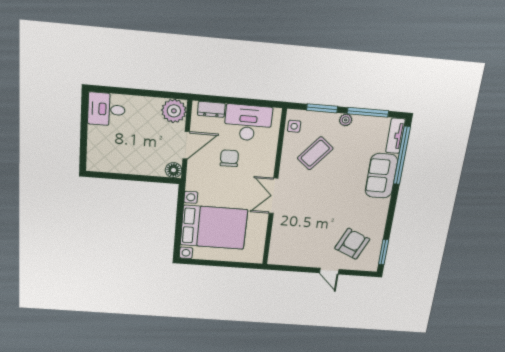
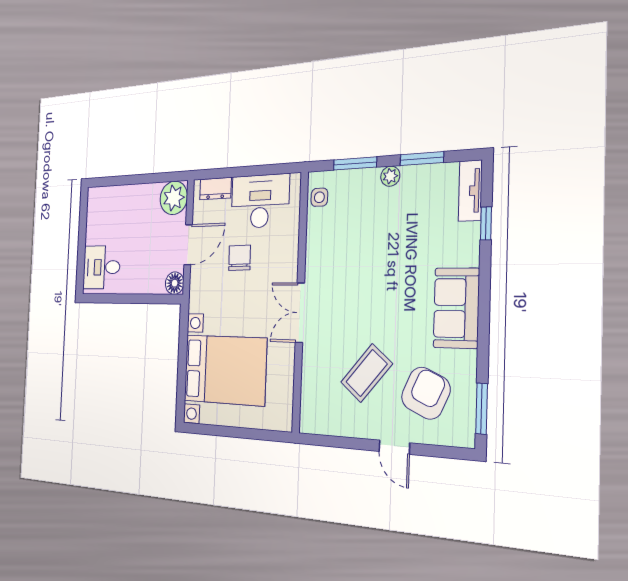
desk: (106, 109) -> (102, 267), moved
window: (368, 112) -> (422, 159), width x0.69
coffee table: (315, 153) -> (367, 373), moved
window: (402, 155) -> (486, 223), width x0.32
sofa: (381, 176) -> (456, 308), moved

